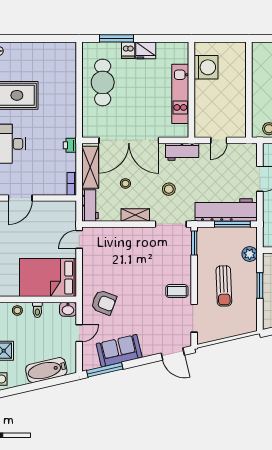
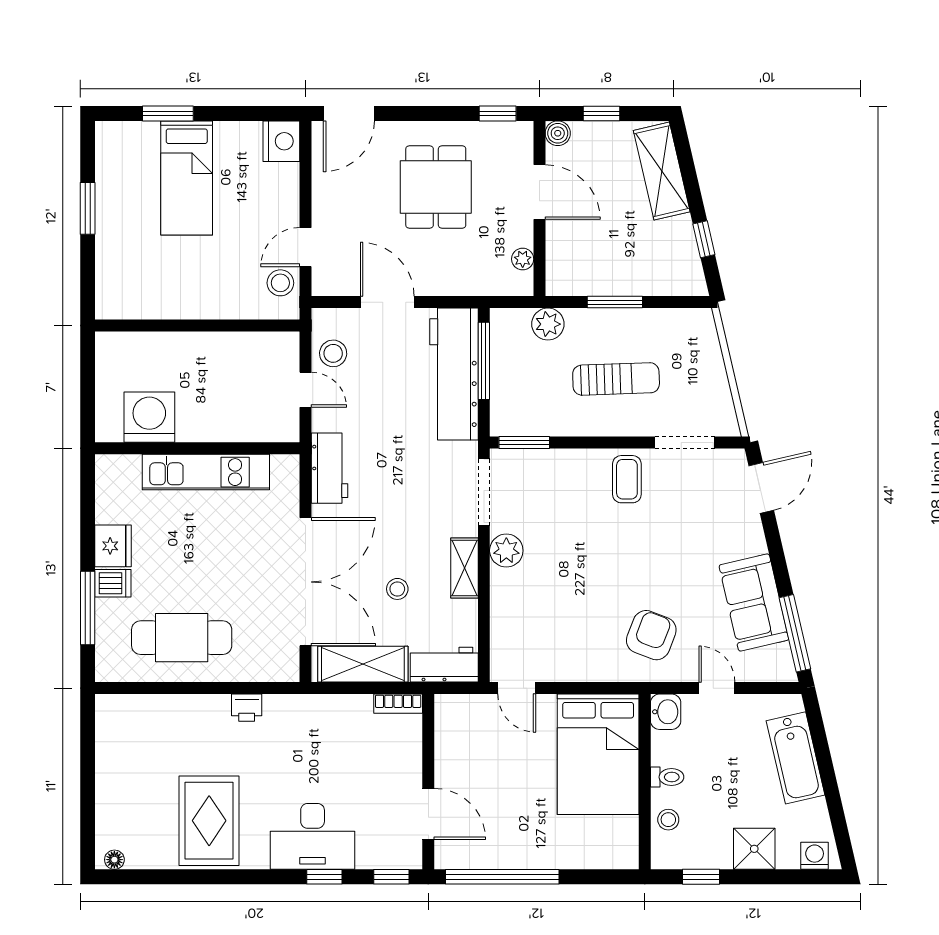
printer: (70, 145) -> (247, 708), moved
stool: (169, 189) -> (333, 353), moved
plant: (143, 235) -> (506, 551), added

